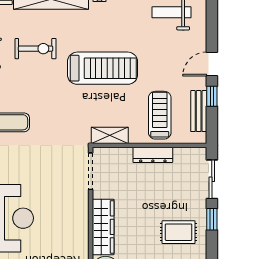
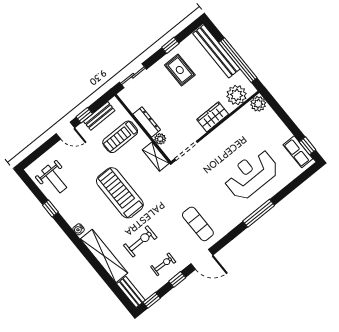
exercise bike: (36, 49) -> (140, 241), turned 90
plant: (124, 155) -> (160, 139), added
window: (212, 219) -> (170, 45), moved
wardrobe: (103, 227) -> (213, 117), width x0.67

